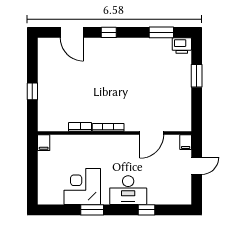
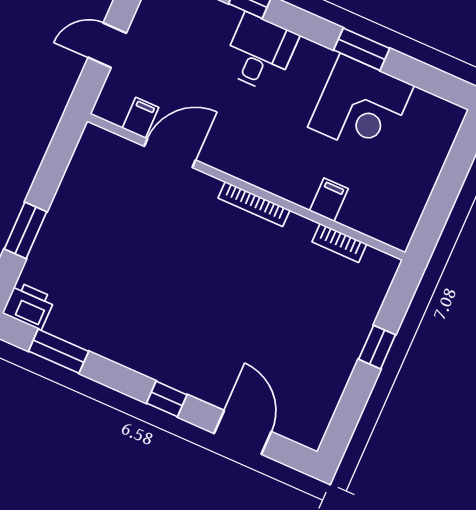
bookcase: (80, 127) -> (339, 243), moved
filing cabinet: (186, 142) -> (140, 118), moved
filing cabinet: (44, 143) -> (329, 200), moved
desk: (128, 190) -> (260, 53), width x0.73

